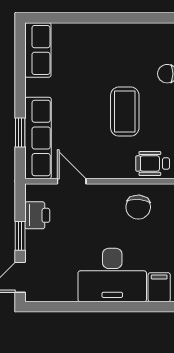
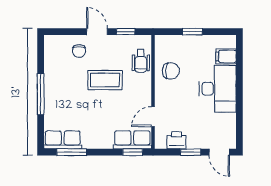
window: (104, 18) -> (41, 94), added
window: (20, 63) -> (72, 152), added
window: (20, 132) -> (133, 152), moved
row of seats: (38, 138) -> (132, 140), width x0.68

